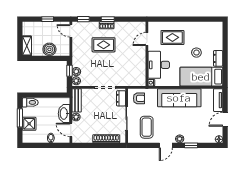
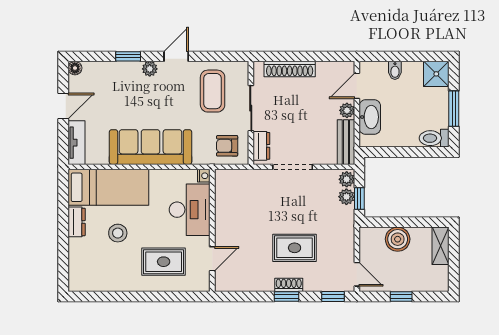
shower: (29, 124) -> (436, 74), moved
door: (71, 130) -> (357, 86), swing flipped

